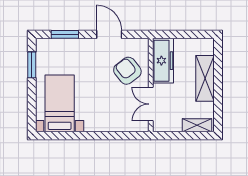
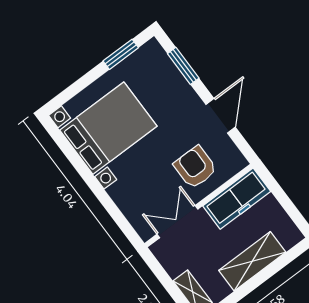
armchair: (127, 71) -> (195, 167), turned -52
bed with nightstands: (60, 103) -> (108, 128), width x1.36

